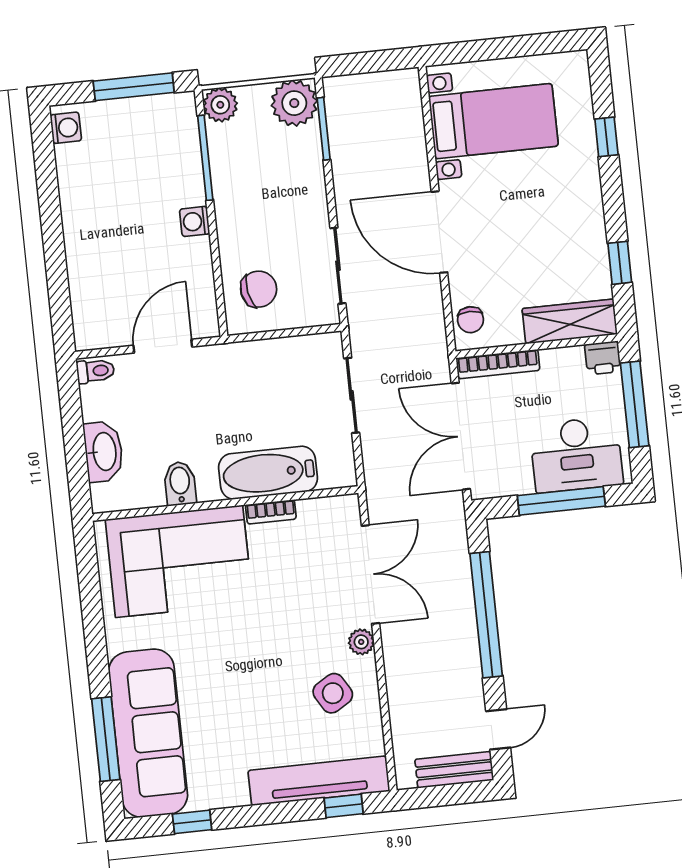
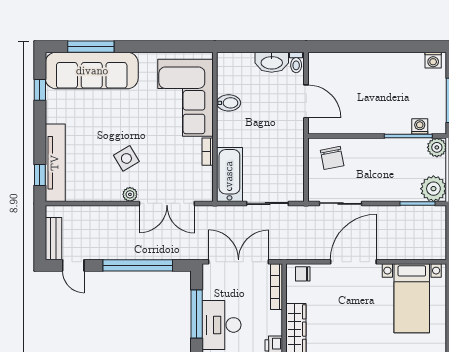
washing machine: (195, 221) -> (420, 126), moved
washbasin: (104, 452) -> (272, 62), moved
bathtub: (268, 473) -> (229, 174), moved
side table: (333, 693) -> (126, 158), moved

